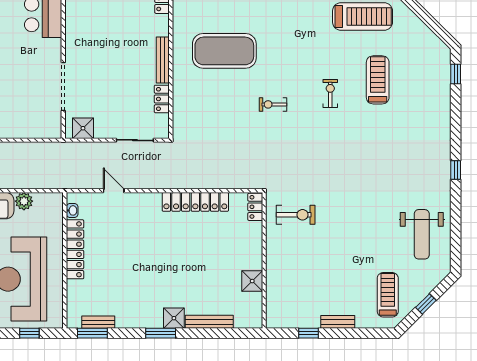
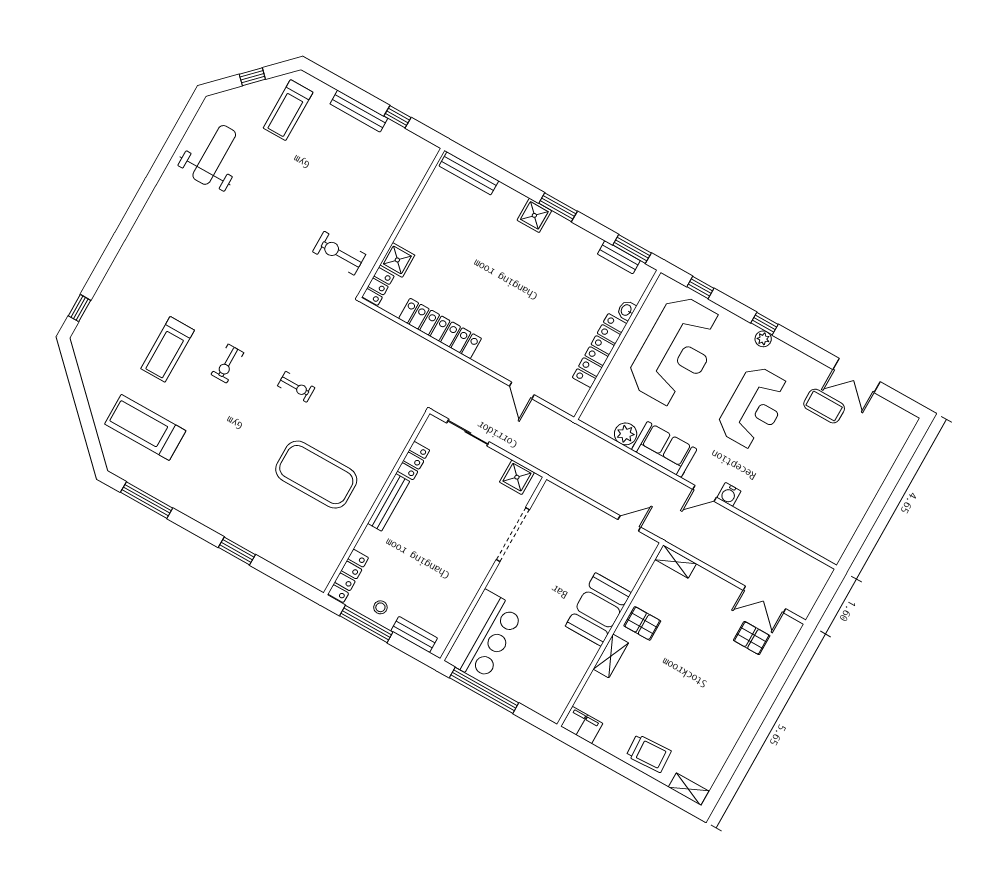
window: (456, 170) -> (138, 204), removed
washbasin: (72, 210) -> (626, 310), moved
shower: (252, 281) -> (397, 260), moved
bench: (209, 322) -> (469, 173), moved
bench: (338, 322) -> (359, 111), width x1.36

